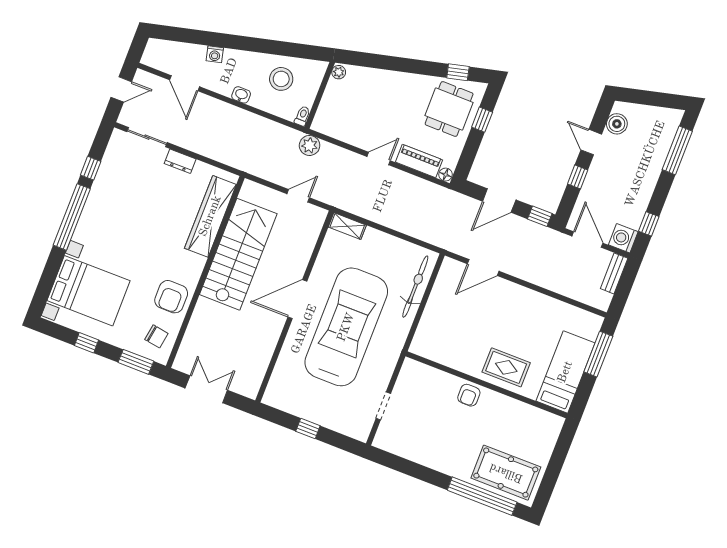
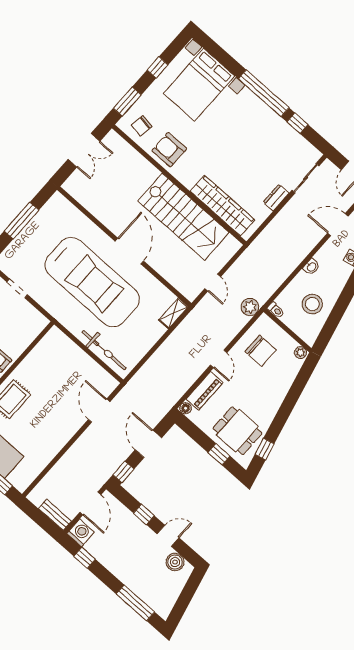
chair: (353, 116) -> (261, 351), added
door: (587, 240) -> (90, 503), hinge flipped
window: (308, 429) -> (22, 221), width x2.17

